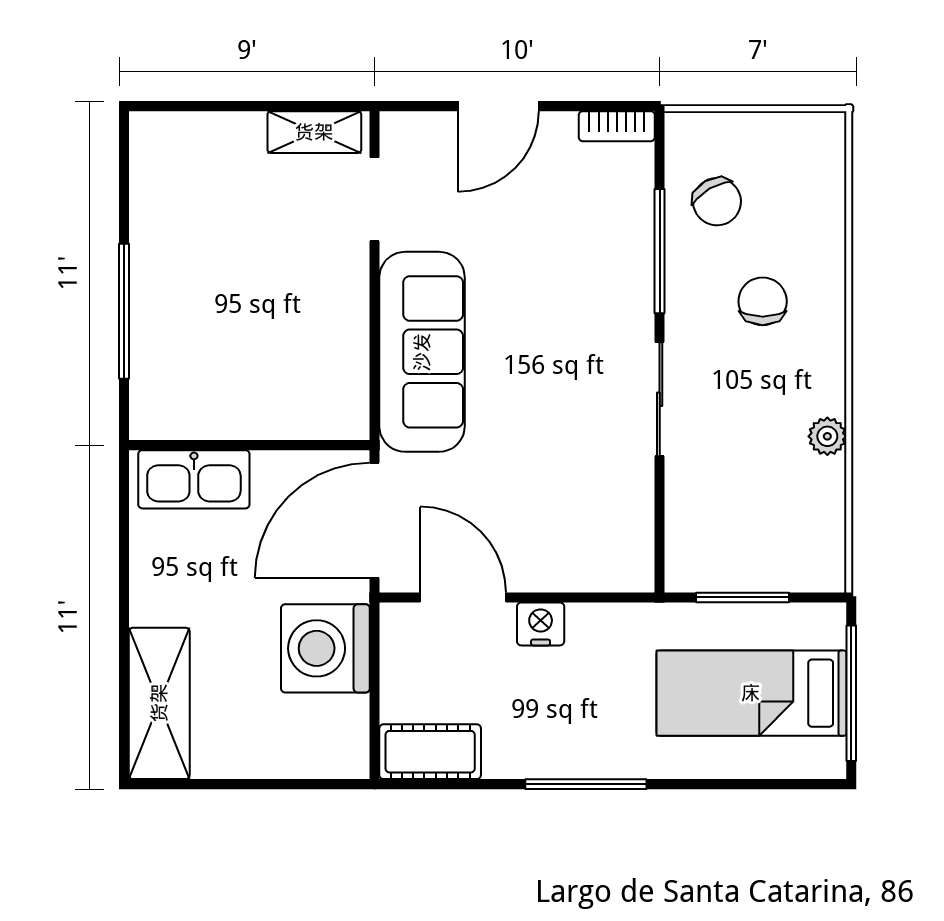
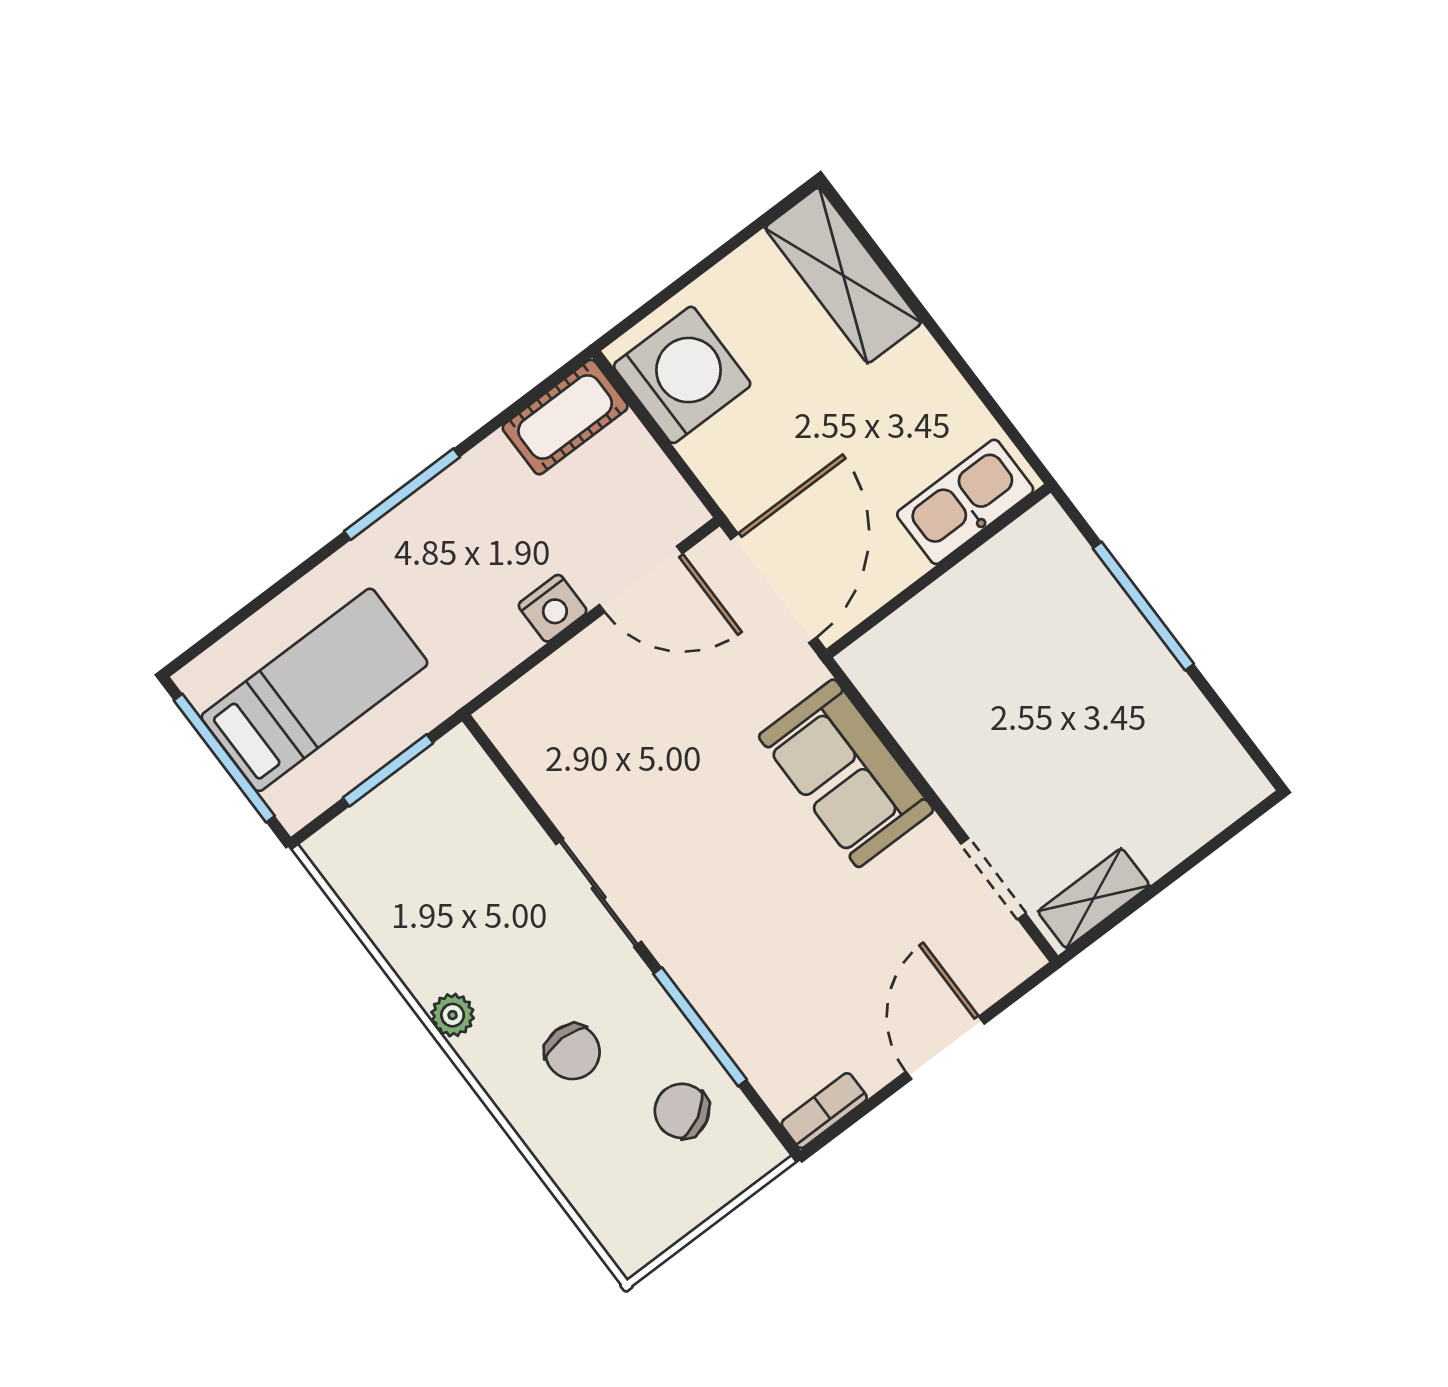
sofa: (422, 352) -> (846, 773), width x0.73
plant: (827, 436) -> (453, 1015), moved
washing machine: (325, 648) -> (682, 375), moved

